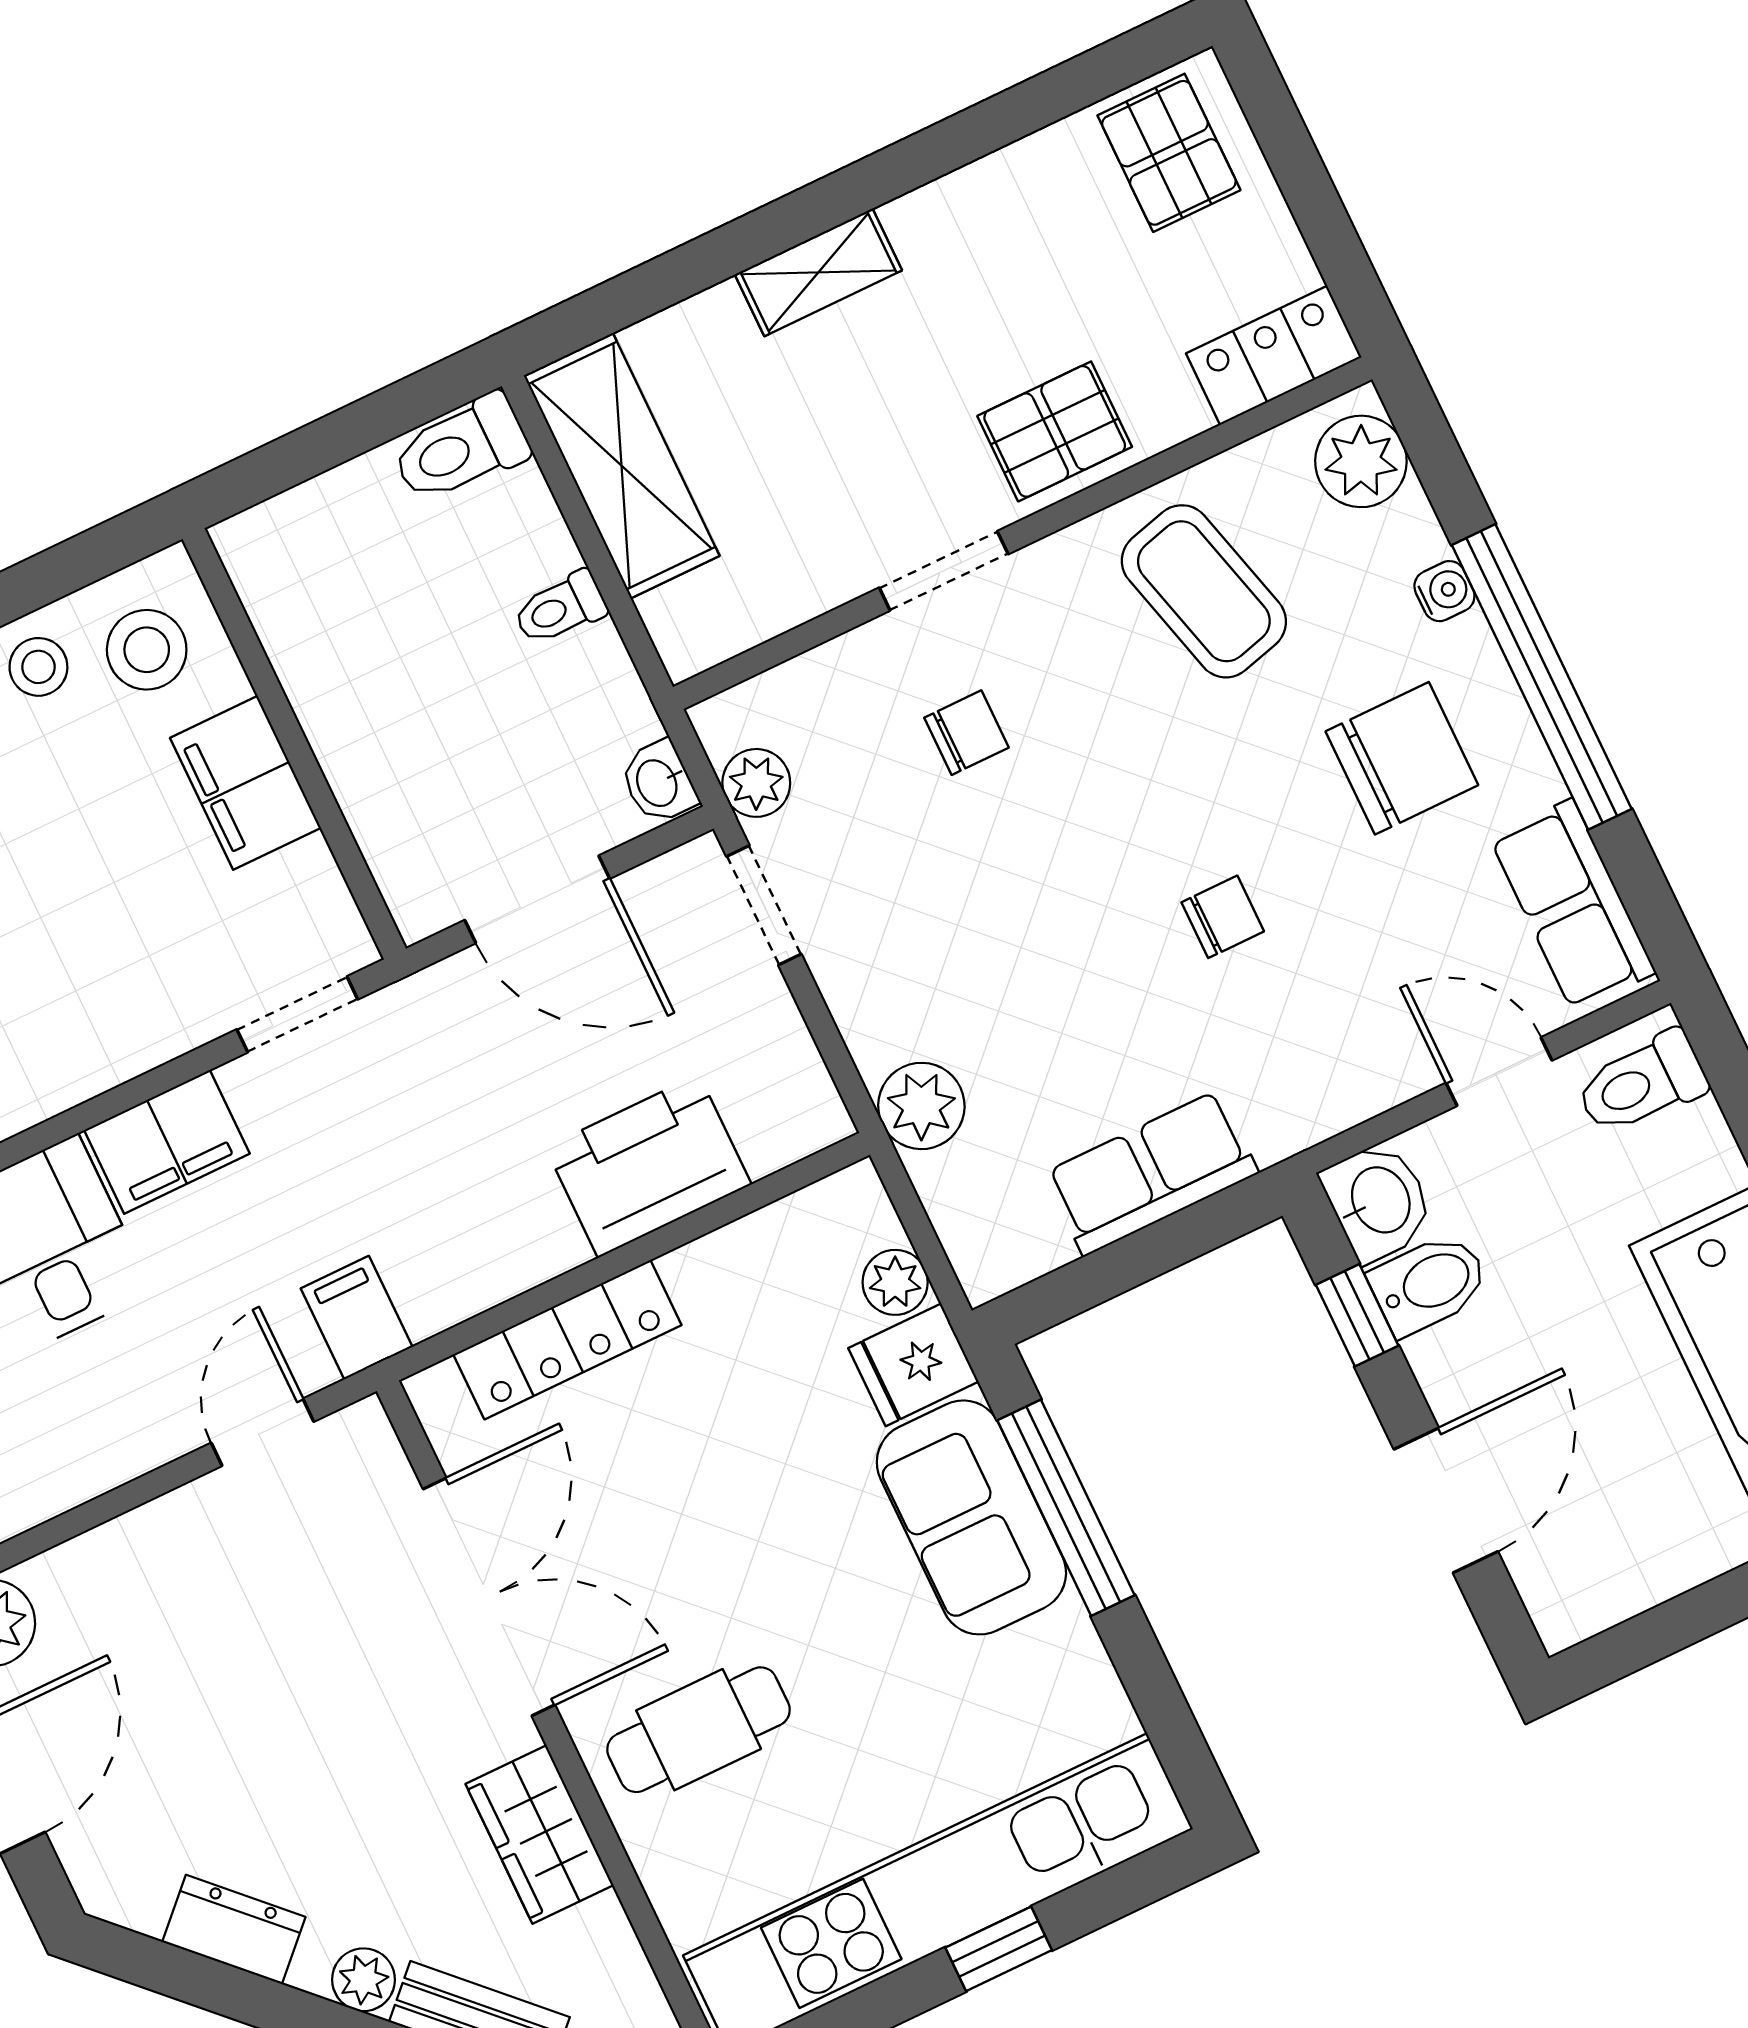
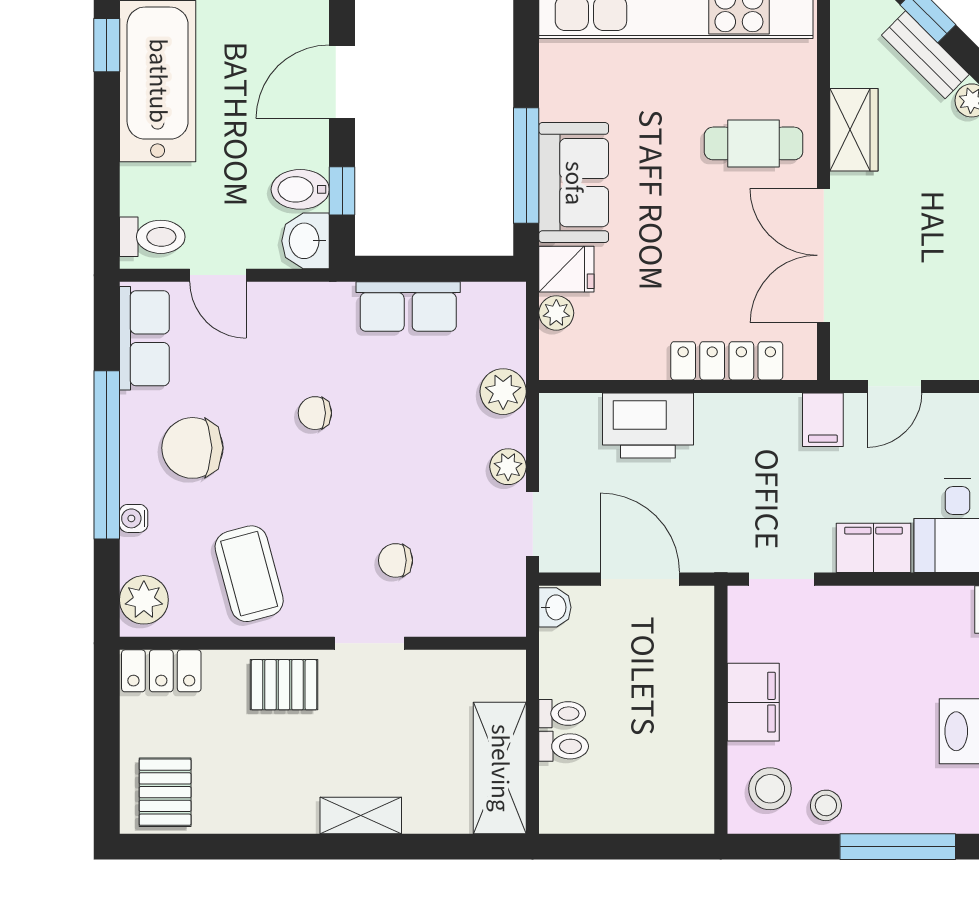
toilet: (461, 449) -> (564, 746), moved, width x0.73, depth x0.72
plant: (756, 783) -> (508, 467), moved

